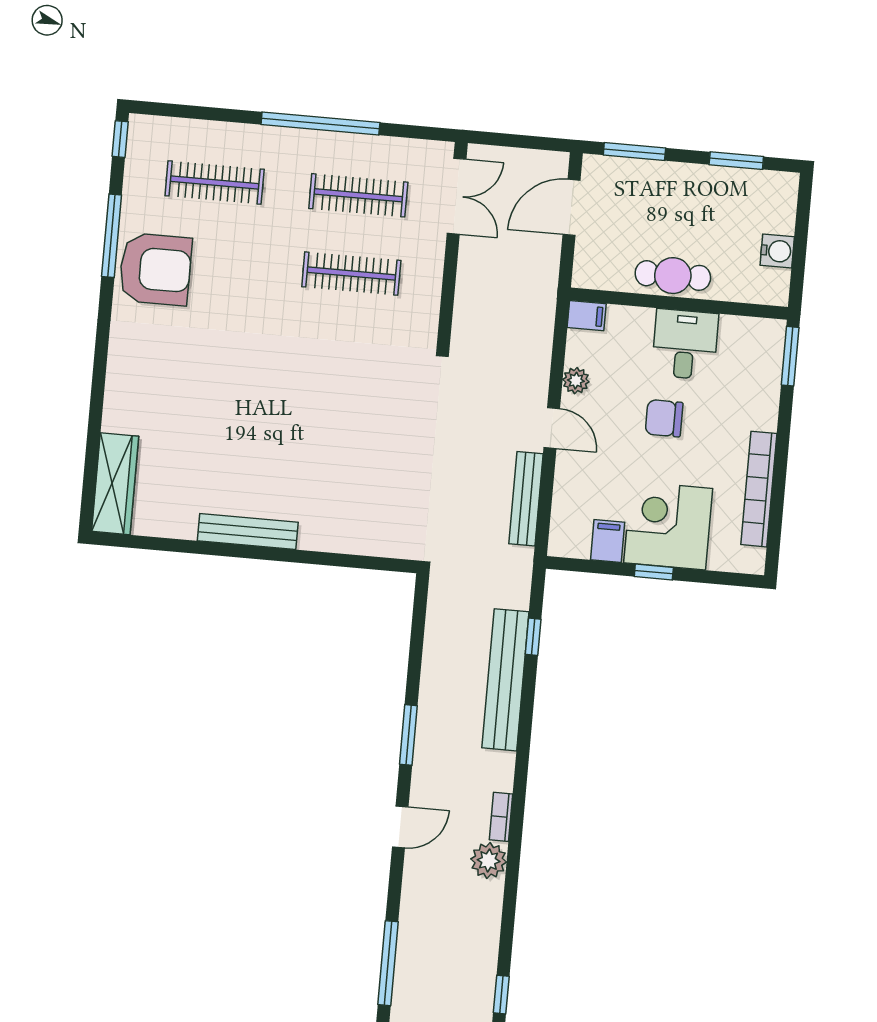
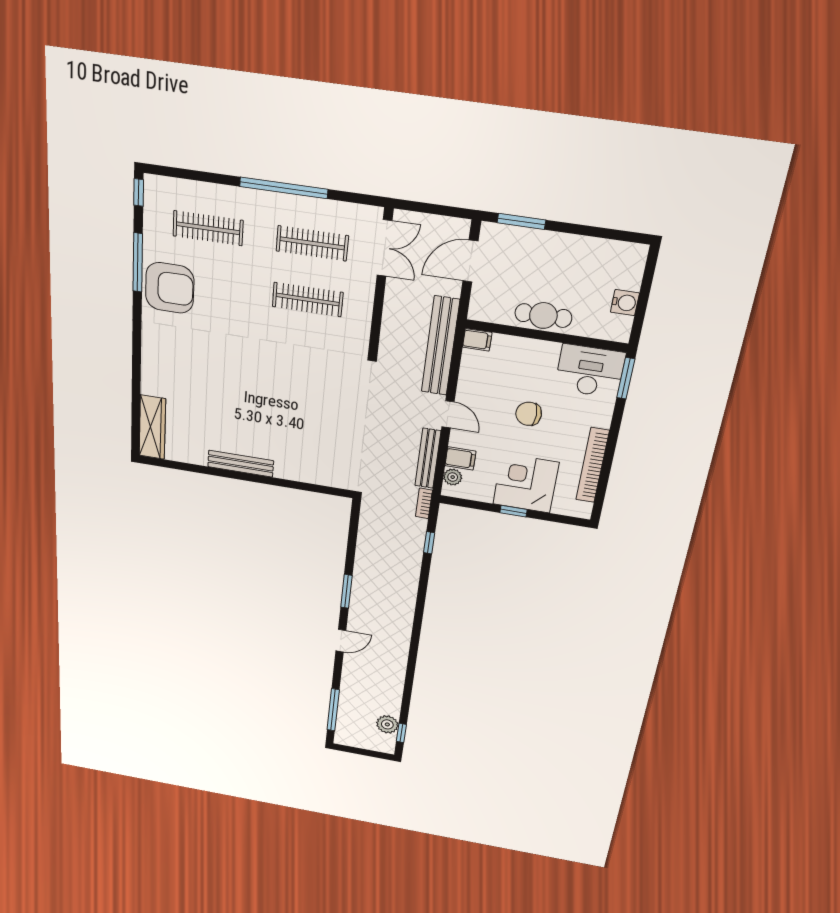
window: (736, 161) -> (601, 233), removed
desk: (685, 344) -> (590, 371), moved, width x1.37
plant: (576, 381) -> (453, 477), moved
filing cabinet: (608, 541) -> (460, 458), moved, turned 90
bench: (505, 680) -> (440, 346), moved
bookcase: (501, 817) -> (424, 503), moved
plant: (489, 861) -> (387, 724), moved

